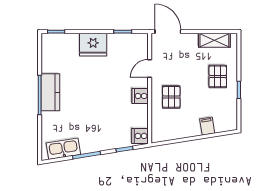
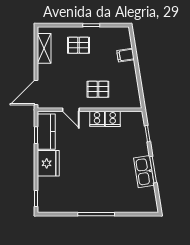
kitchen counter: (50, 92) -> (46, 132), moved, turned 90
cooker: (140, 136) -> (113, 119), moved
kitchen sink: (63, 149) -> (144, 172), moved

